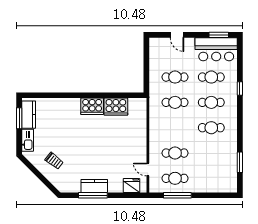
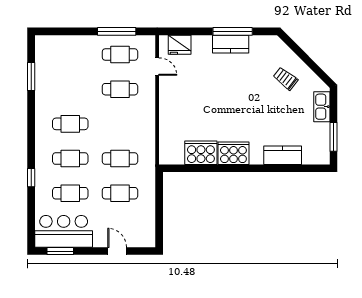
kitchen counter: (29, 115) -> (283, 155), moved, turned 90

